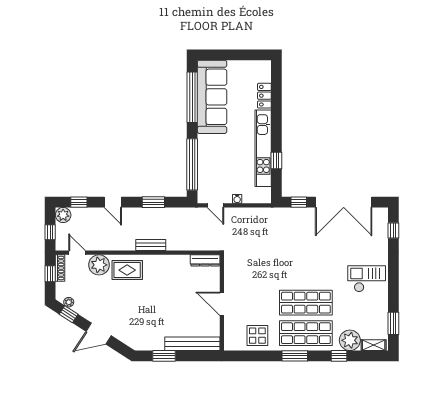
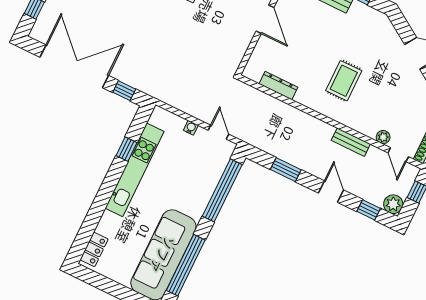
locker: (264, 96) -> (94, 249), moved
bench: (151, 245) -> (351, 142), moved
dresser: (205, 260) -> (278, 86), moved
plant: (99, 265) -> (383, 137), width x0.53, depth x0.53
rug: (127, 270) -> (344, 81), moved, turned 90

